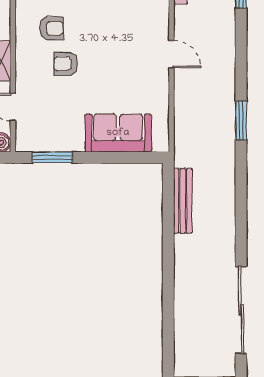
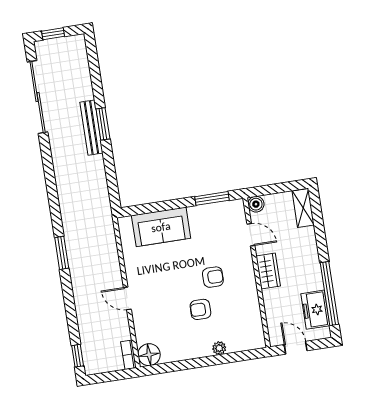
armchair: (52, 28) -> (200, 309), moved
bench: (183, 201) -> (91, 128), moved
window: (168, 266) -> (103, 124), added

